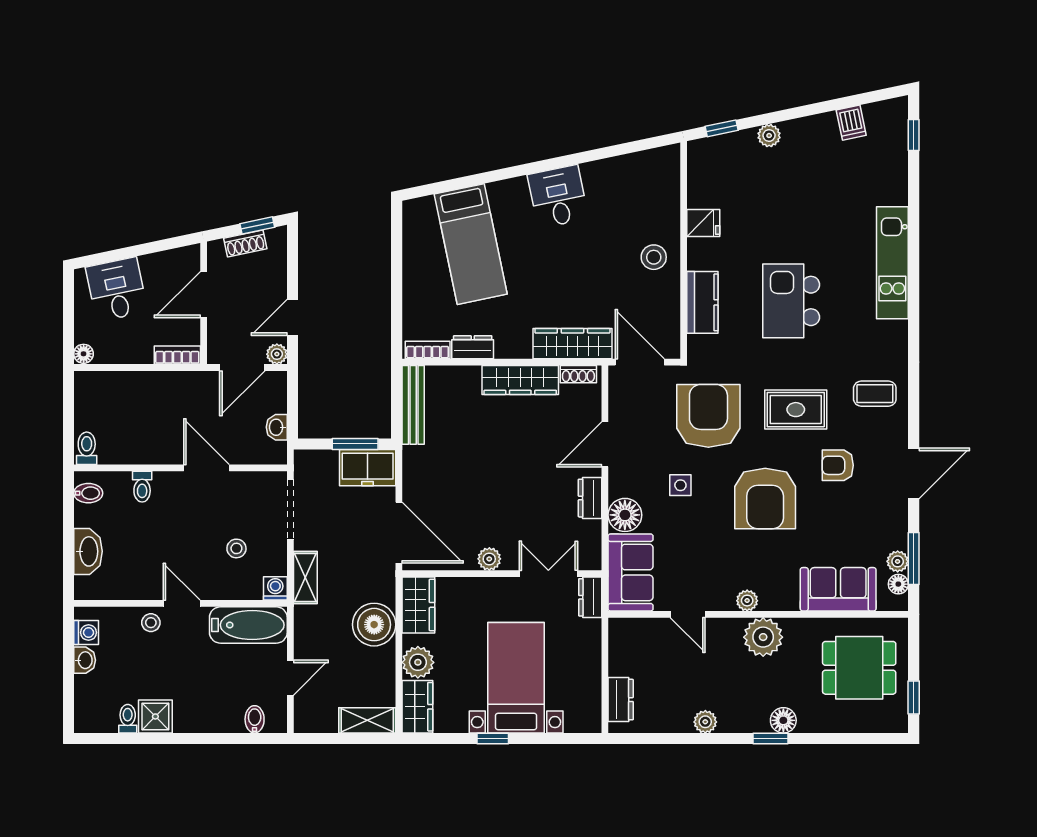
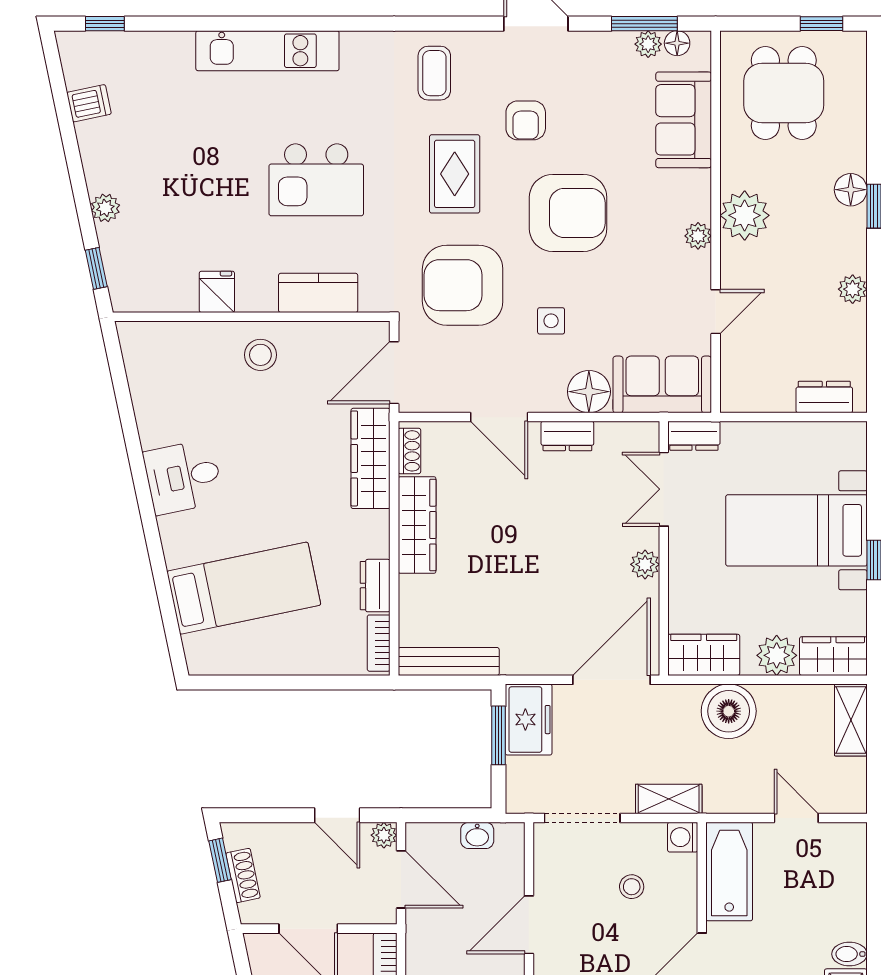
bidet: (255, 719) -> (849, 954), moved

